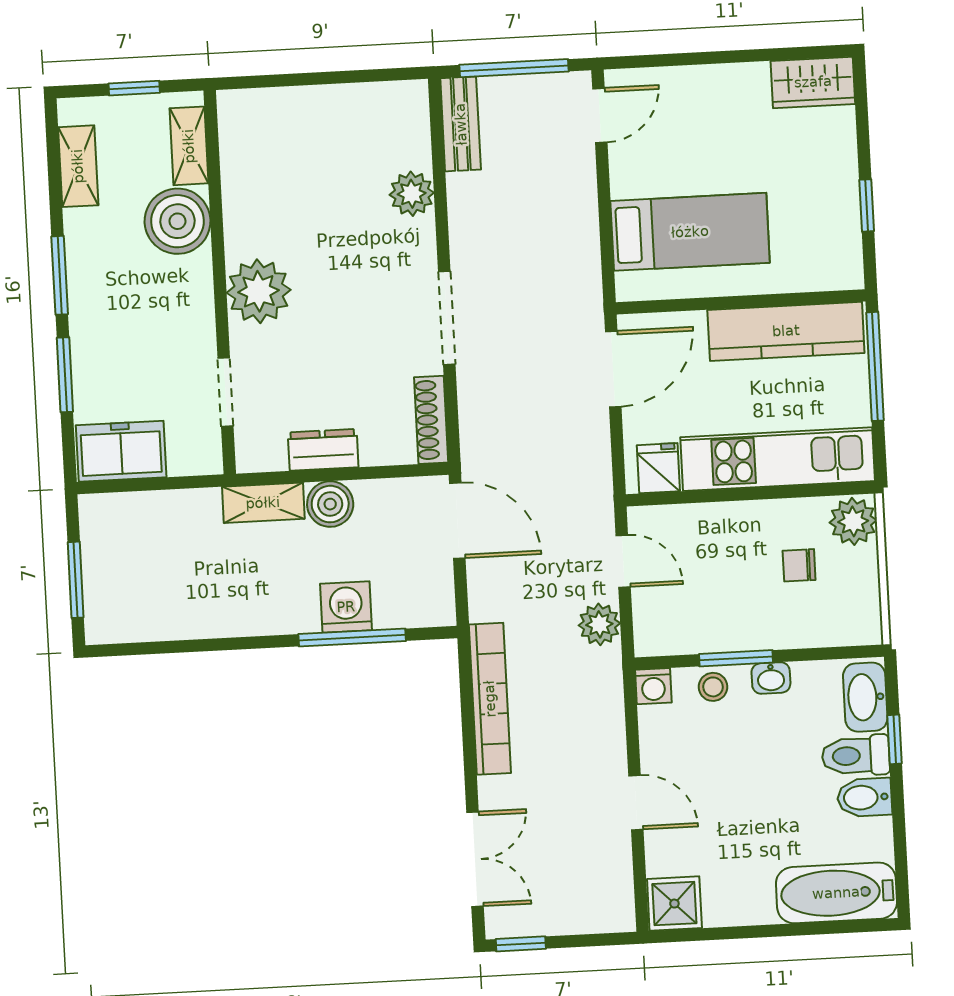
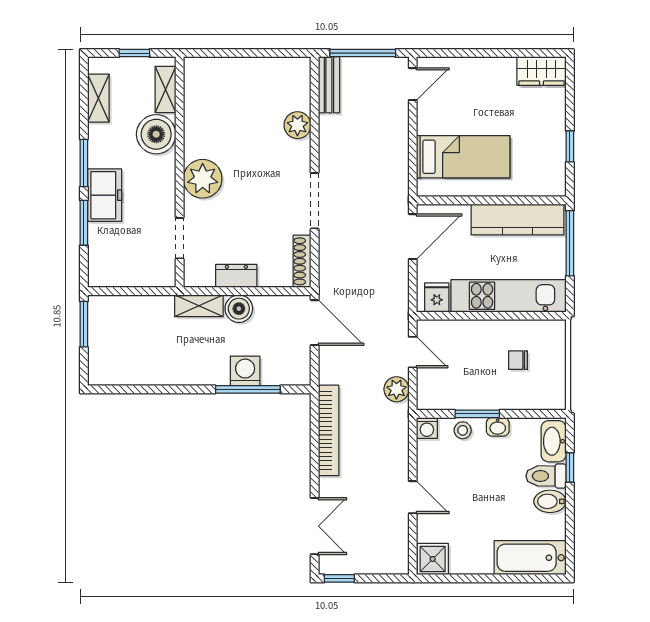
freezer: (121, 451) -> (105, 195), moved, turned 90
plant: (853, 521) -> (552, 335), removed
window: (76, 580) -> (84, 324), moved

